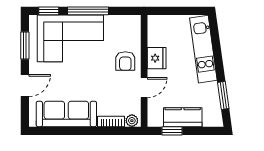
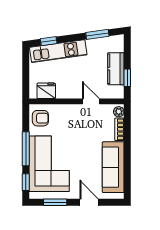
window: (215, 38) -> (49, 41), added
fridge: (157, 58) -> (46, 91), moved
armchair: (125, 61) -> (40, 118), moved

